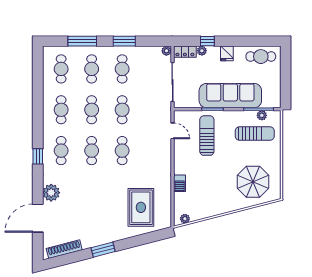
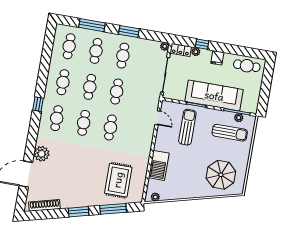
window: (38, 156) -> (38, 104), moved
barbecue: (180, 183) -> (159, 165), width x1.88, depth x1.53
window: (141, 240) -> (113, 209), added

